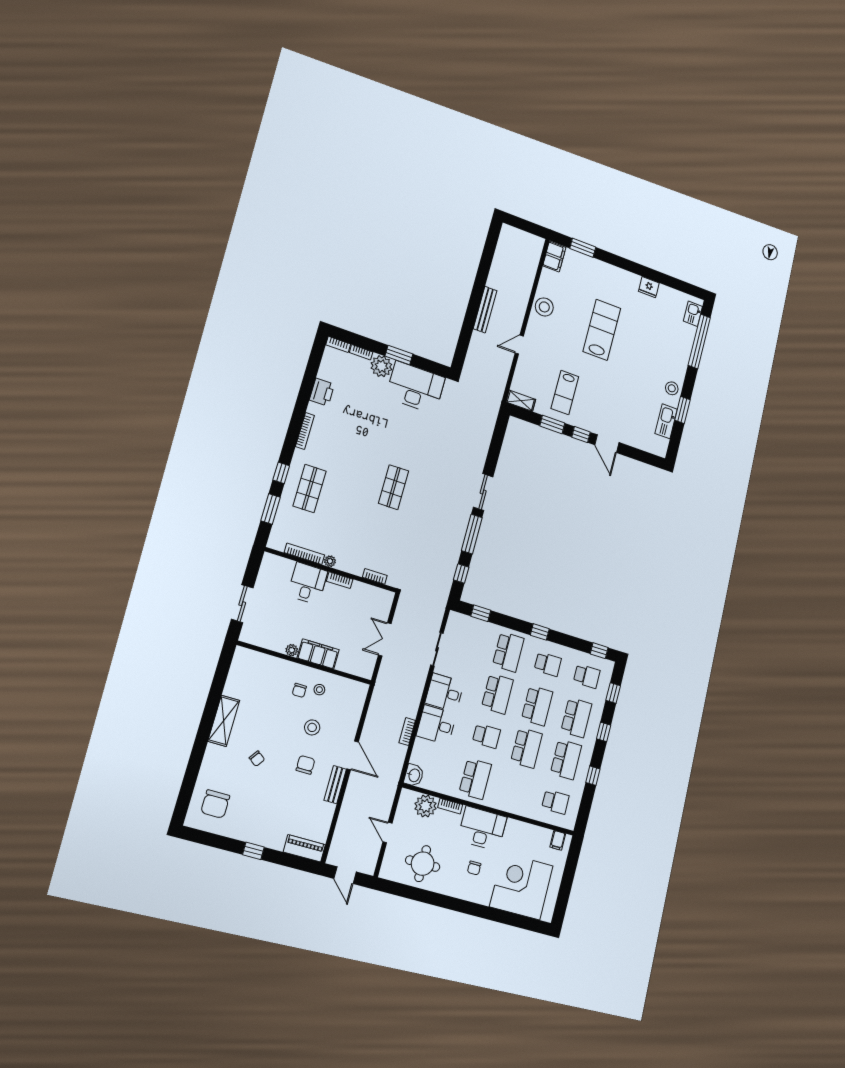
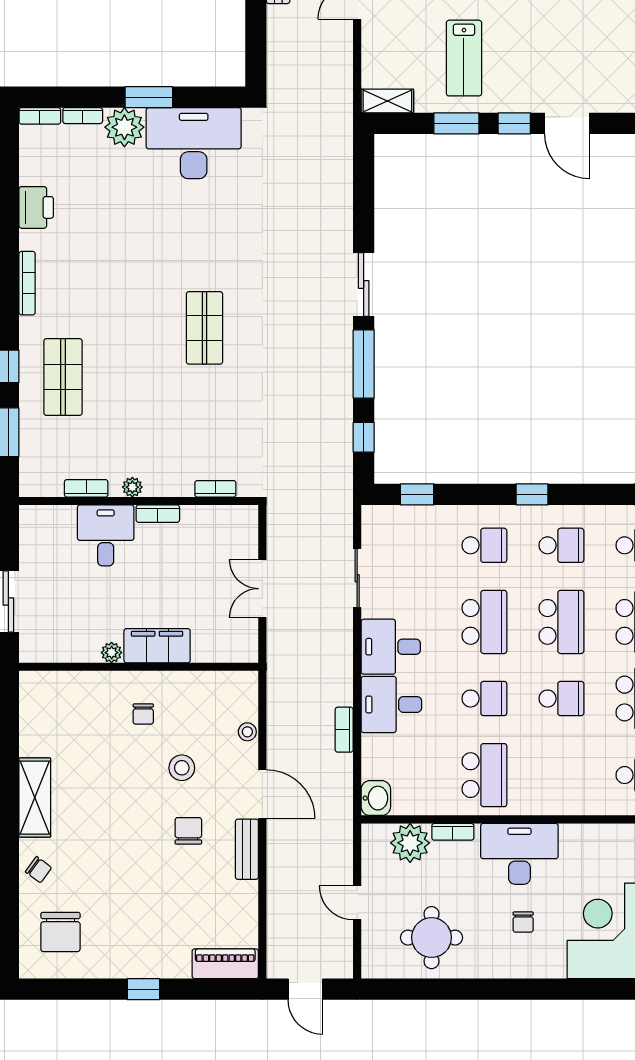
bookcase: (304, 554) -> (86, 488), width x0.64
school desk: (508, 652) -> (484, 545), width x0.54
stool: (319, 690) -> (247, 732), moved
school desk: (526, 748) -> (561, 699), width x0.54
chair: (257, 759) -> (38, 870), moved

